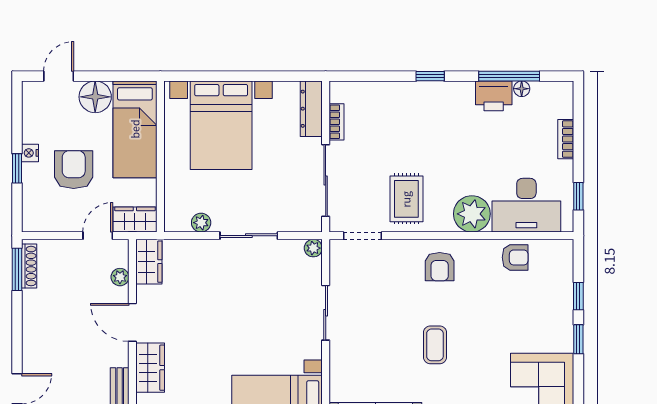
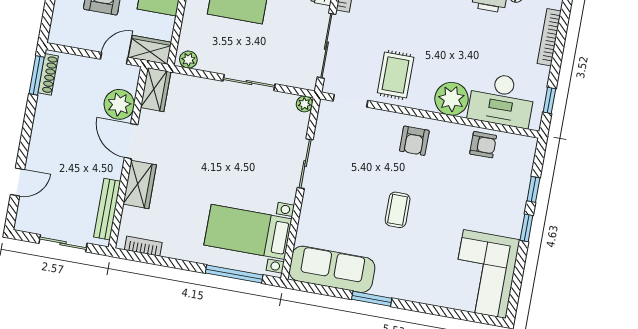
bookcase: (566, 139) -> (549, 37), width x1.56
plant: (201, 223) -> (188, 60), moved
plant: (120, 277) -> (119, 104), width x1.88, depth x1.88

